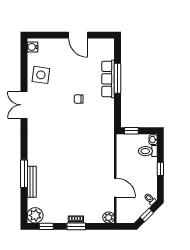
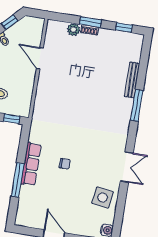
row of seats: (108, 79) -> (31, 164), moved
window: (24, 174) -> (137, 105), moved
plant: (35, 215) -> (134, 42), removed
plant: (109, 217) -> (73, 30), moved

